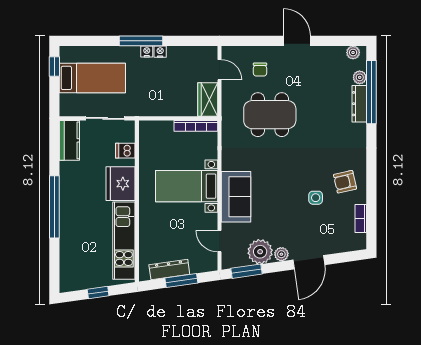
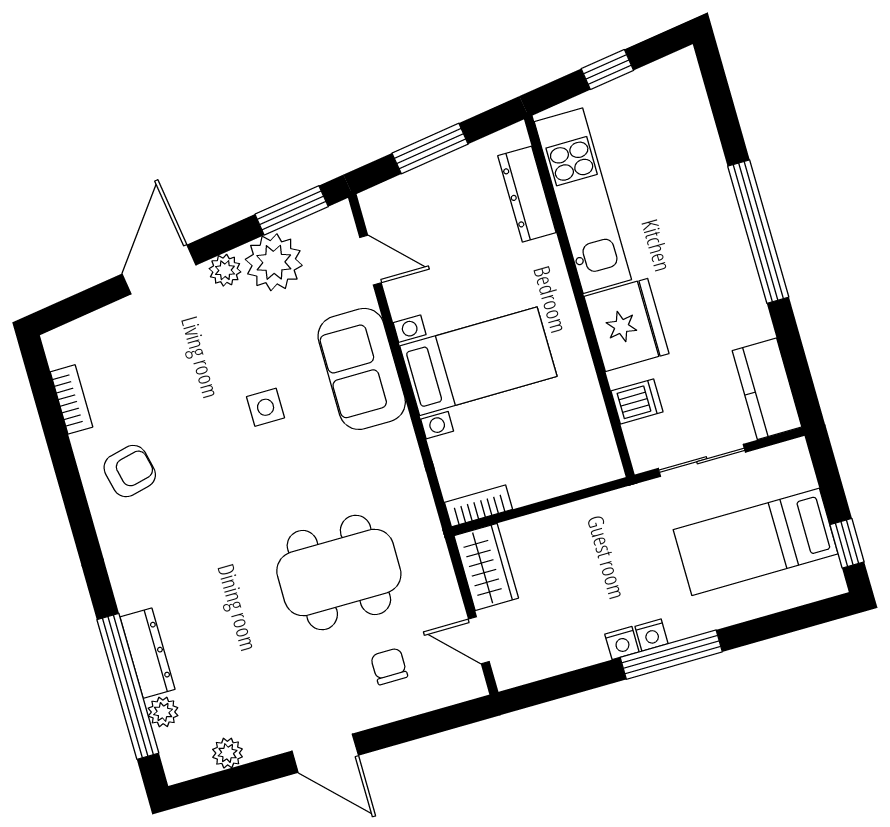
plant: (353, 53) -> (228, 753), moved
bookcase: (196, 126) -> (478, 506), width x0.64
side table: (316, 198) -> (266, 407), moved
dresser: (169, 270) -> (527, 194), moved, turned 98

